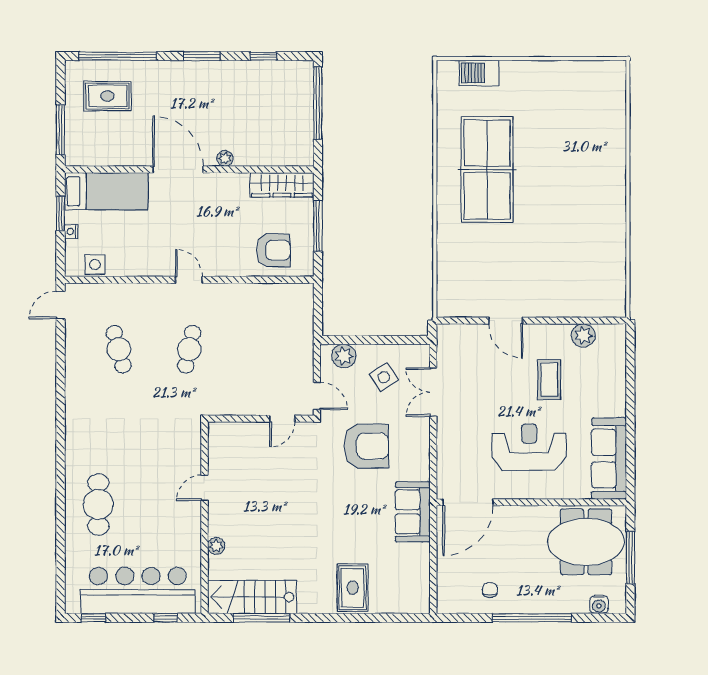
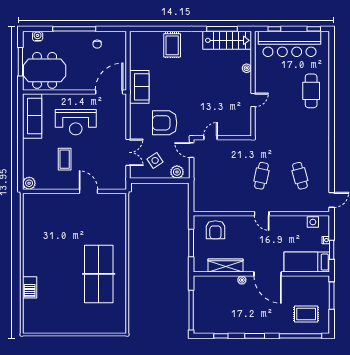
barbecue: (479, 73) -> (30, 287), moved, turned 90
wardrobe: (282, 185) -> (225, 266), moved
armchair: (273, 250) -> (215, 230), turned -90
plant: (583, 335) -> (29, 183), moved

